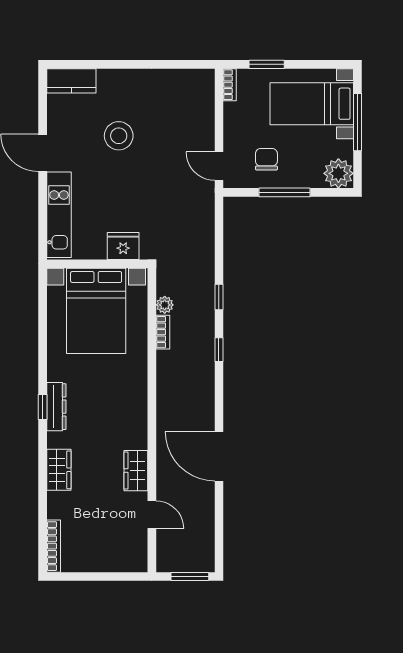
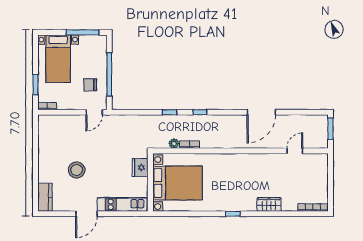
window: (358, 122) -> (83, 32), moved
plant: (338, 173) -> (98, 43), removed
window: (285, 192) -> (109, 74), width x1.46
dresser: (56, 407) -> (233, 206), removed
wardrobe: (136, 471) -> (269, 160), removed

